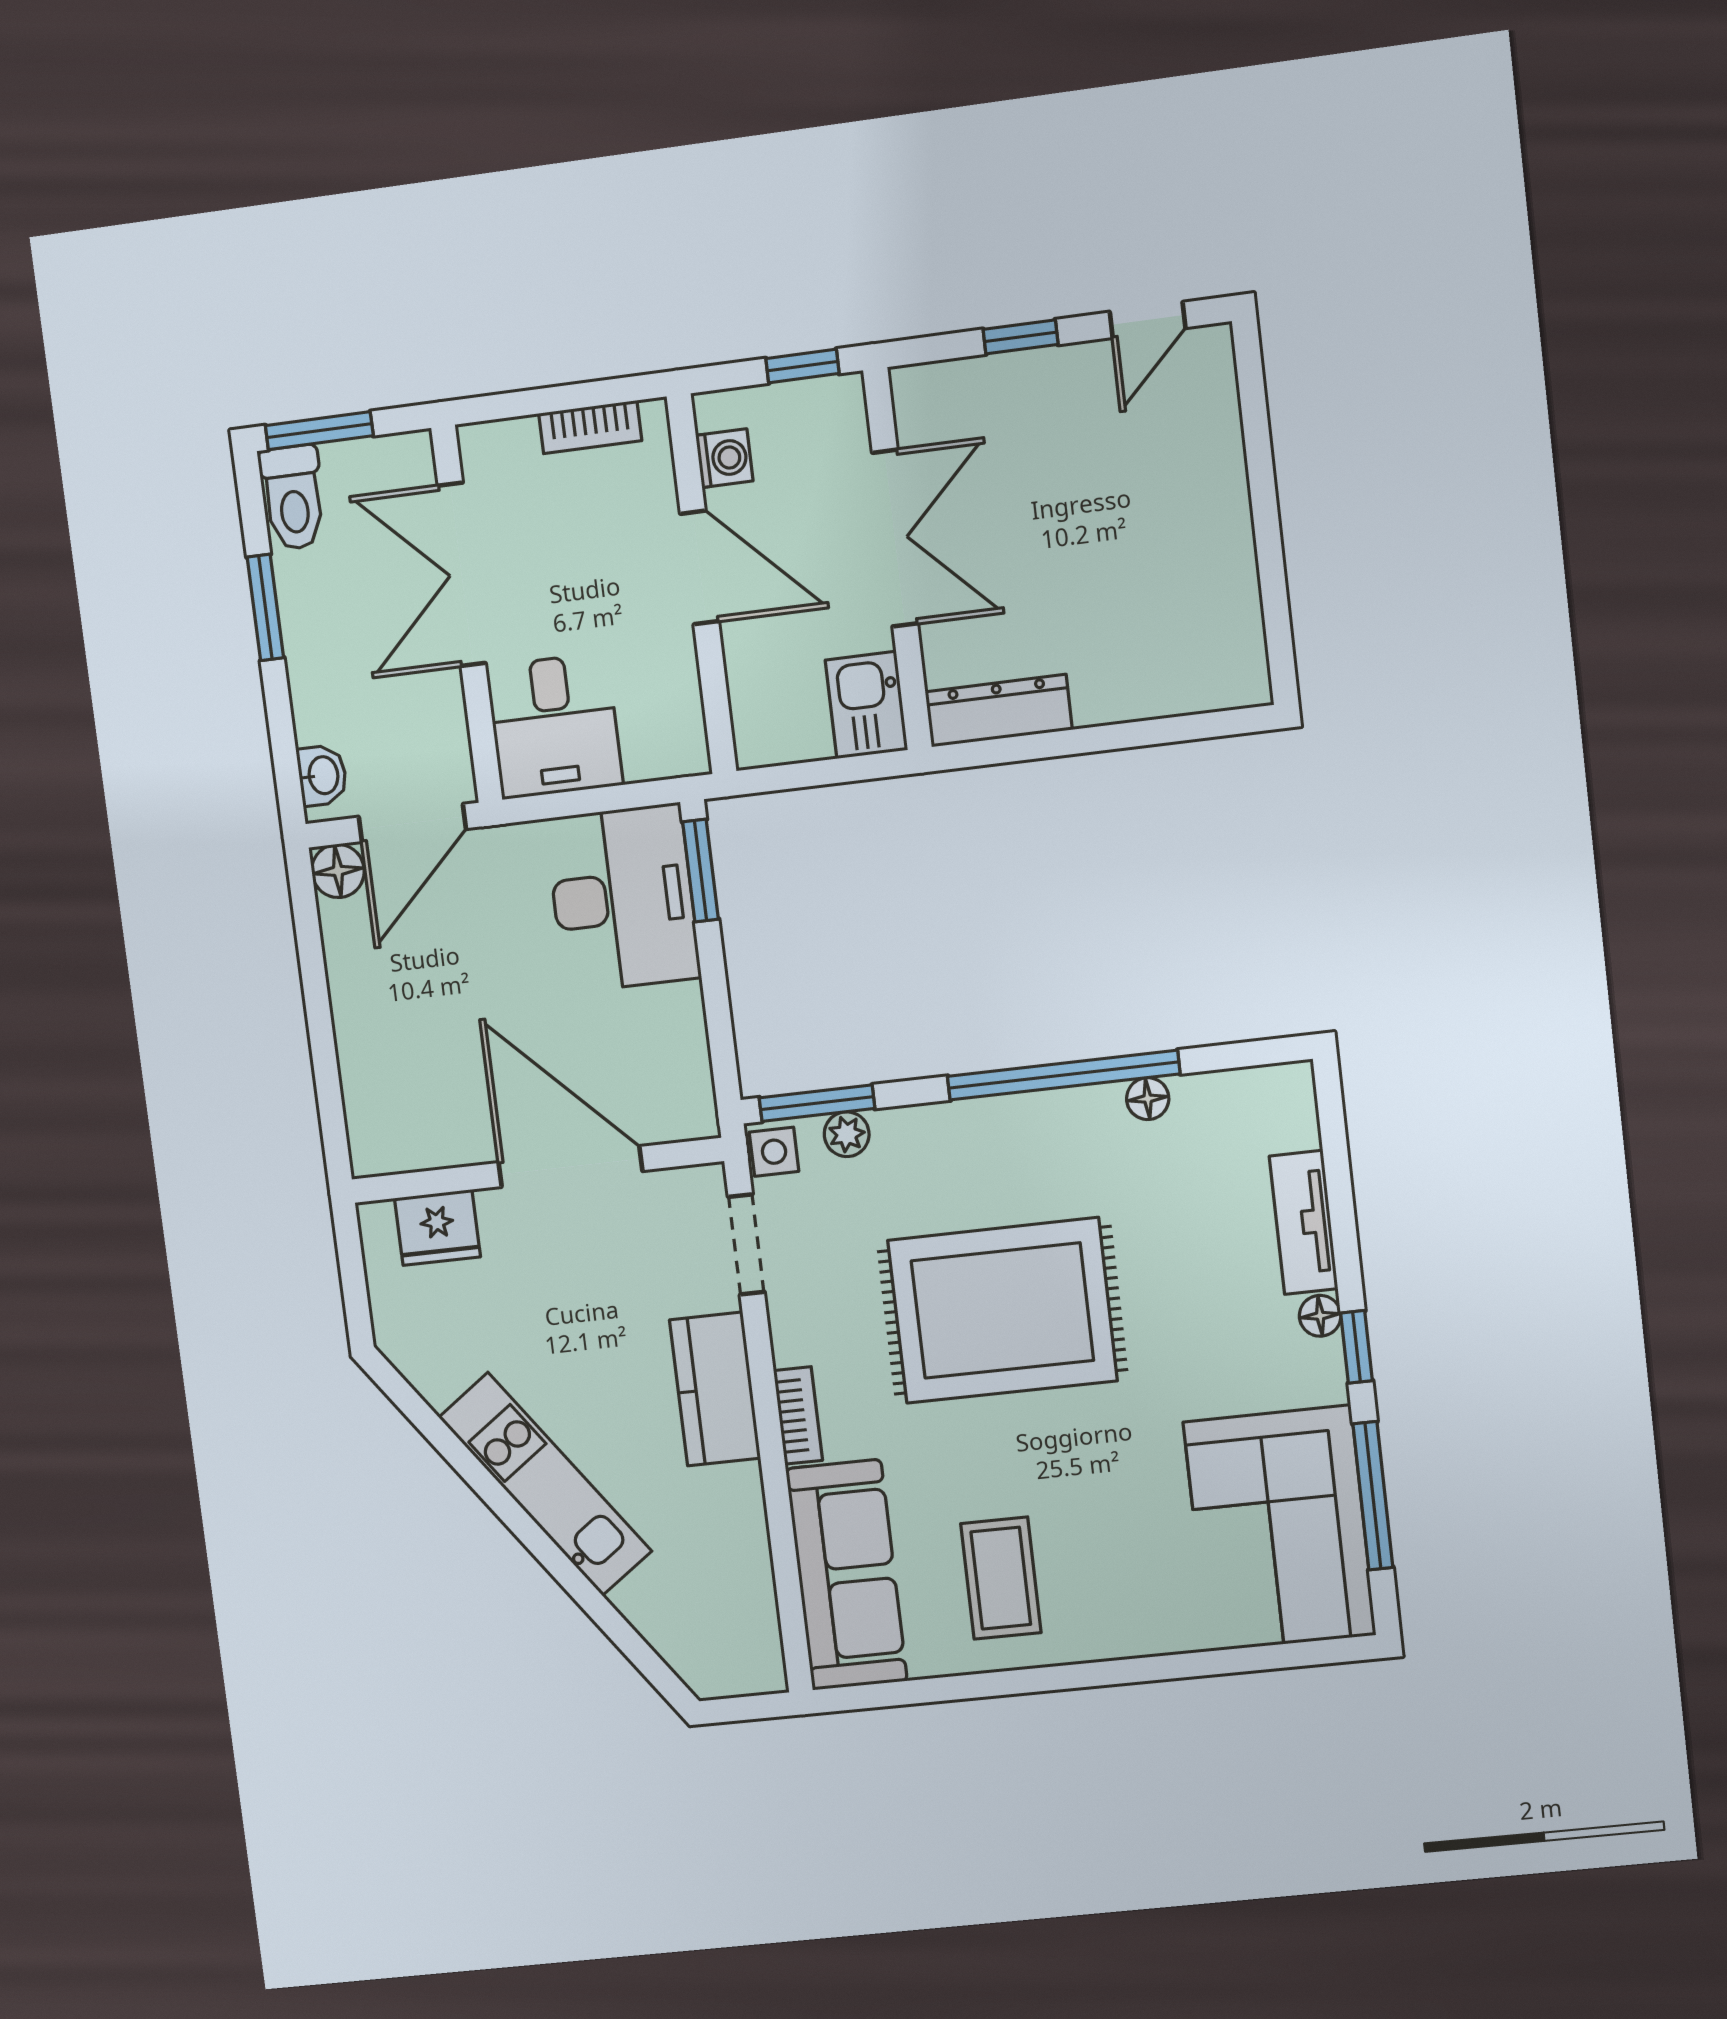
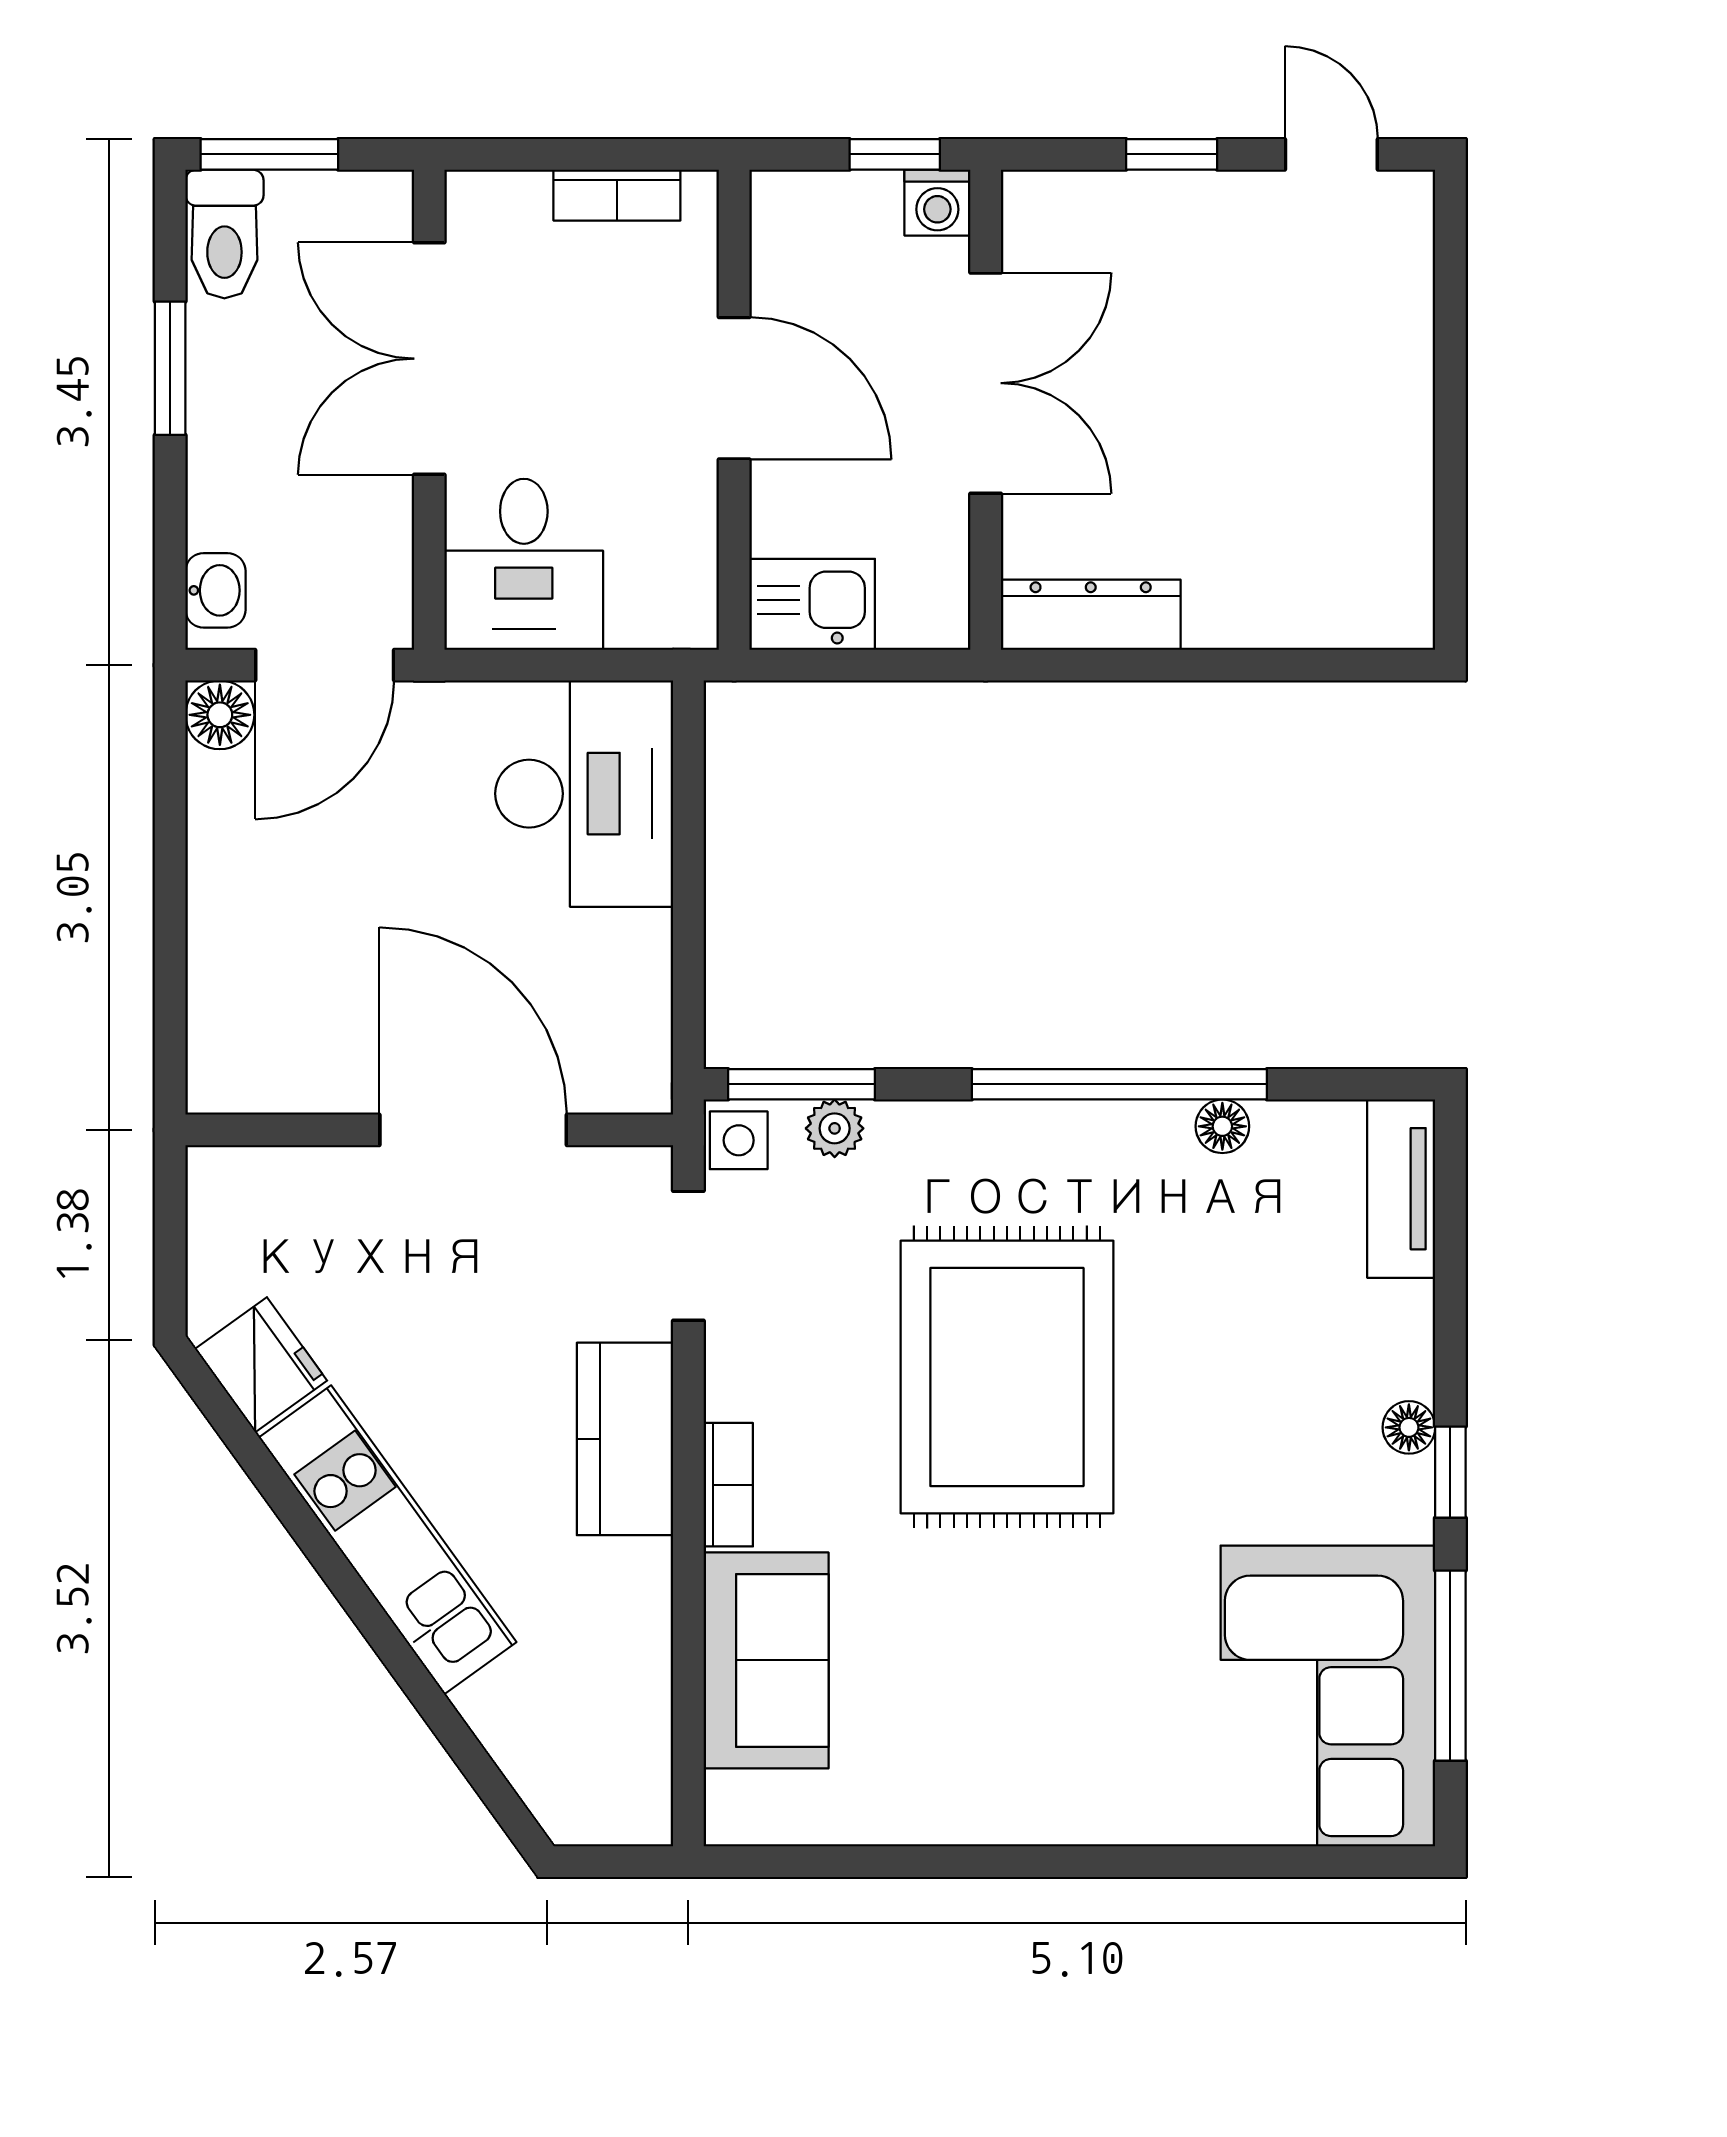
door: (1148, 320) -> (1331, 154), swing flipped
washing machine: (724, 458) -> (937, 203), moved, turned 90
kitchen sink: (866, 705) -> (812, 604), moved, turned 90
window: (701, 871) -> (688, 770), removed
tv unit: (1304, 1222) -> (1401, 1189), moved
fridge: (437, 1228) -> (261, 1365), moved, turned -126
rug: (1002, 1311) -> (1007, 1377), turned 90
sofa: (847, 1575) -> (766, 1660), width x0.73
coffee table: (1001, 1578) -> (965, 1724), removed

